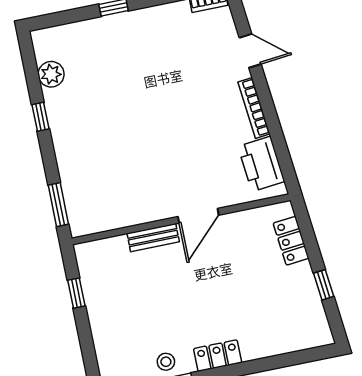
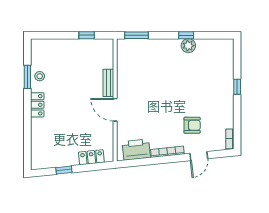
armchair: (198, 73) -> (192, 125), added
plant: (51, 74) -> (188, 46), moved

